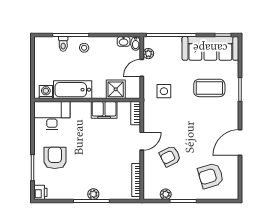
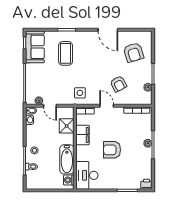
sofa: (210, 48) -> (35, 47), width x0.73
side table: (164, 91) -> (80, 93), moved
armchair: (55, 158) -> (112, 150), moved

